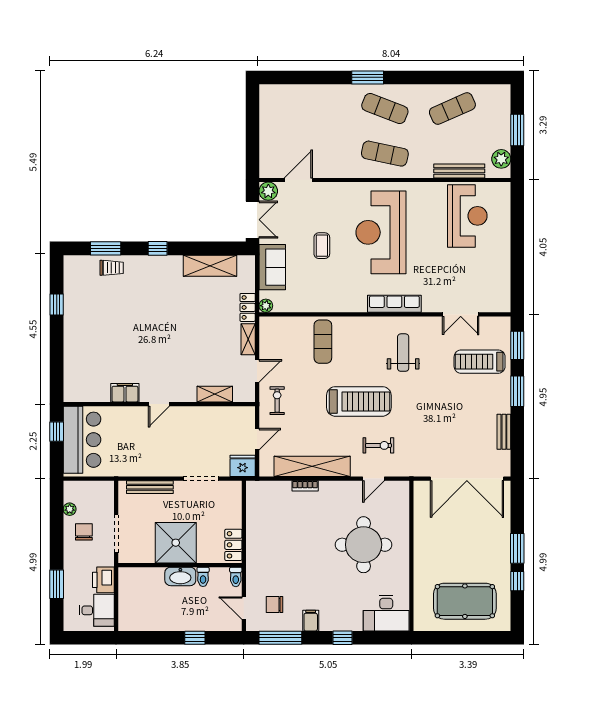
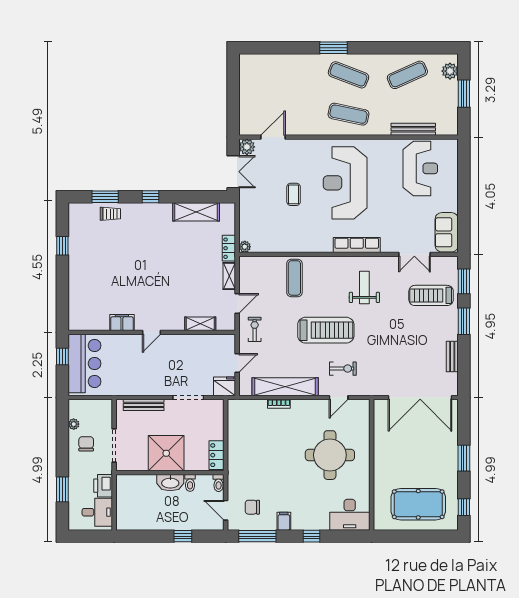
plant: (501, 159) -> (450, 71), moved
sofa: (272, 267) -> (447, 232), moved, turned 180
window: (517, 581) -> (464, 507), moved

